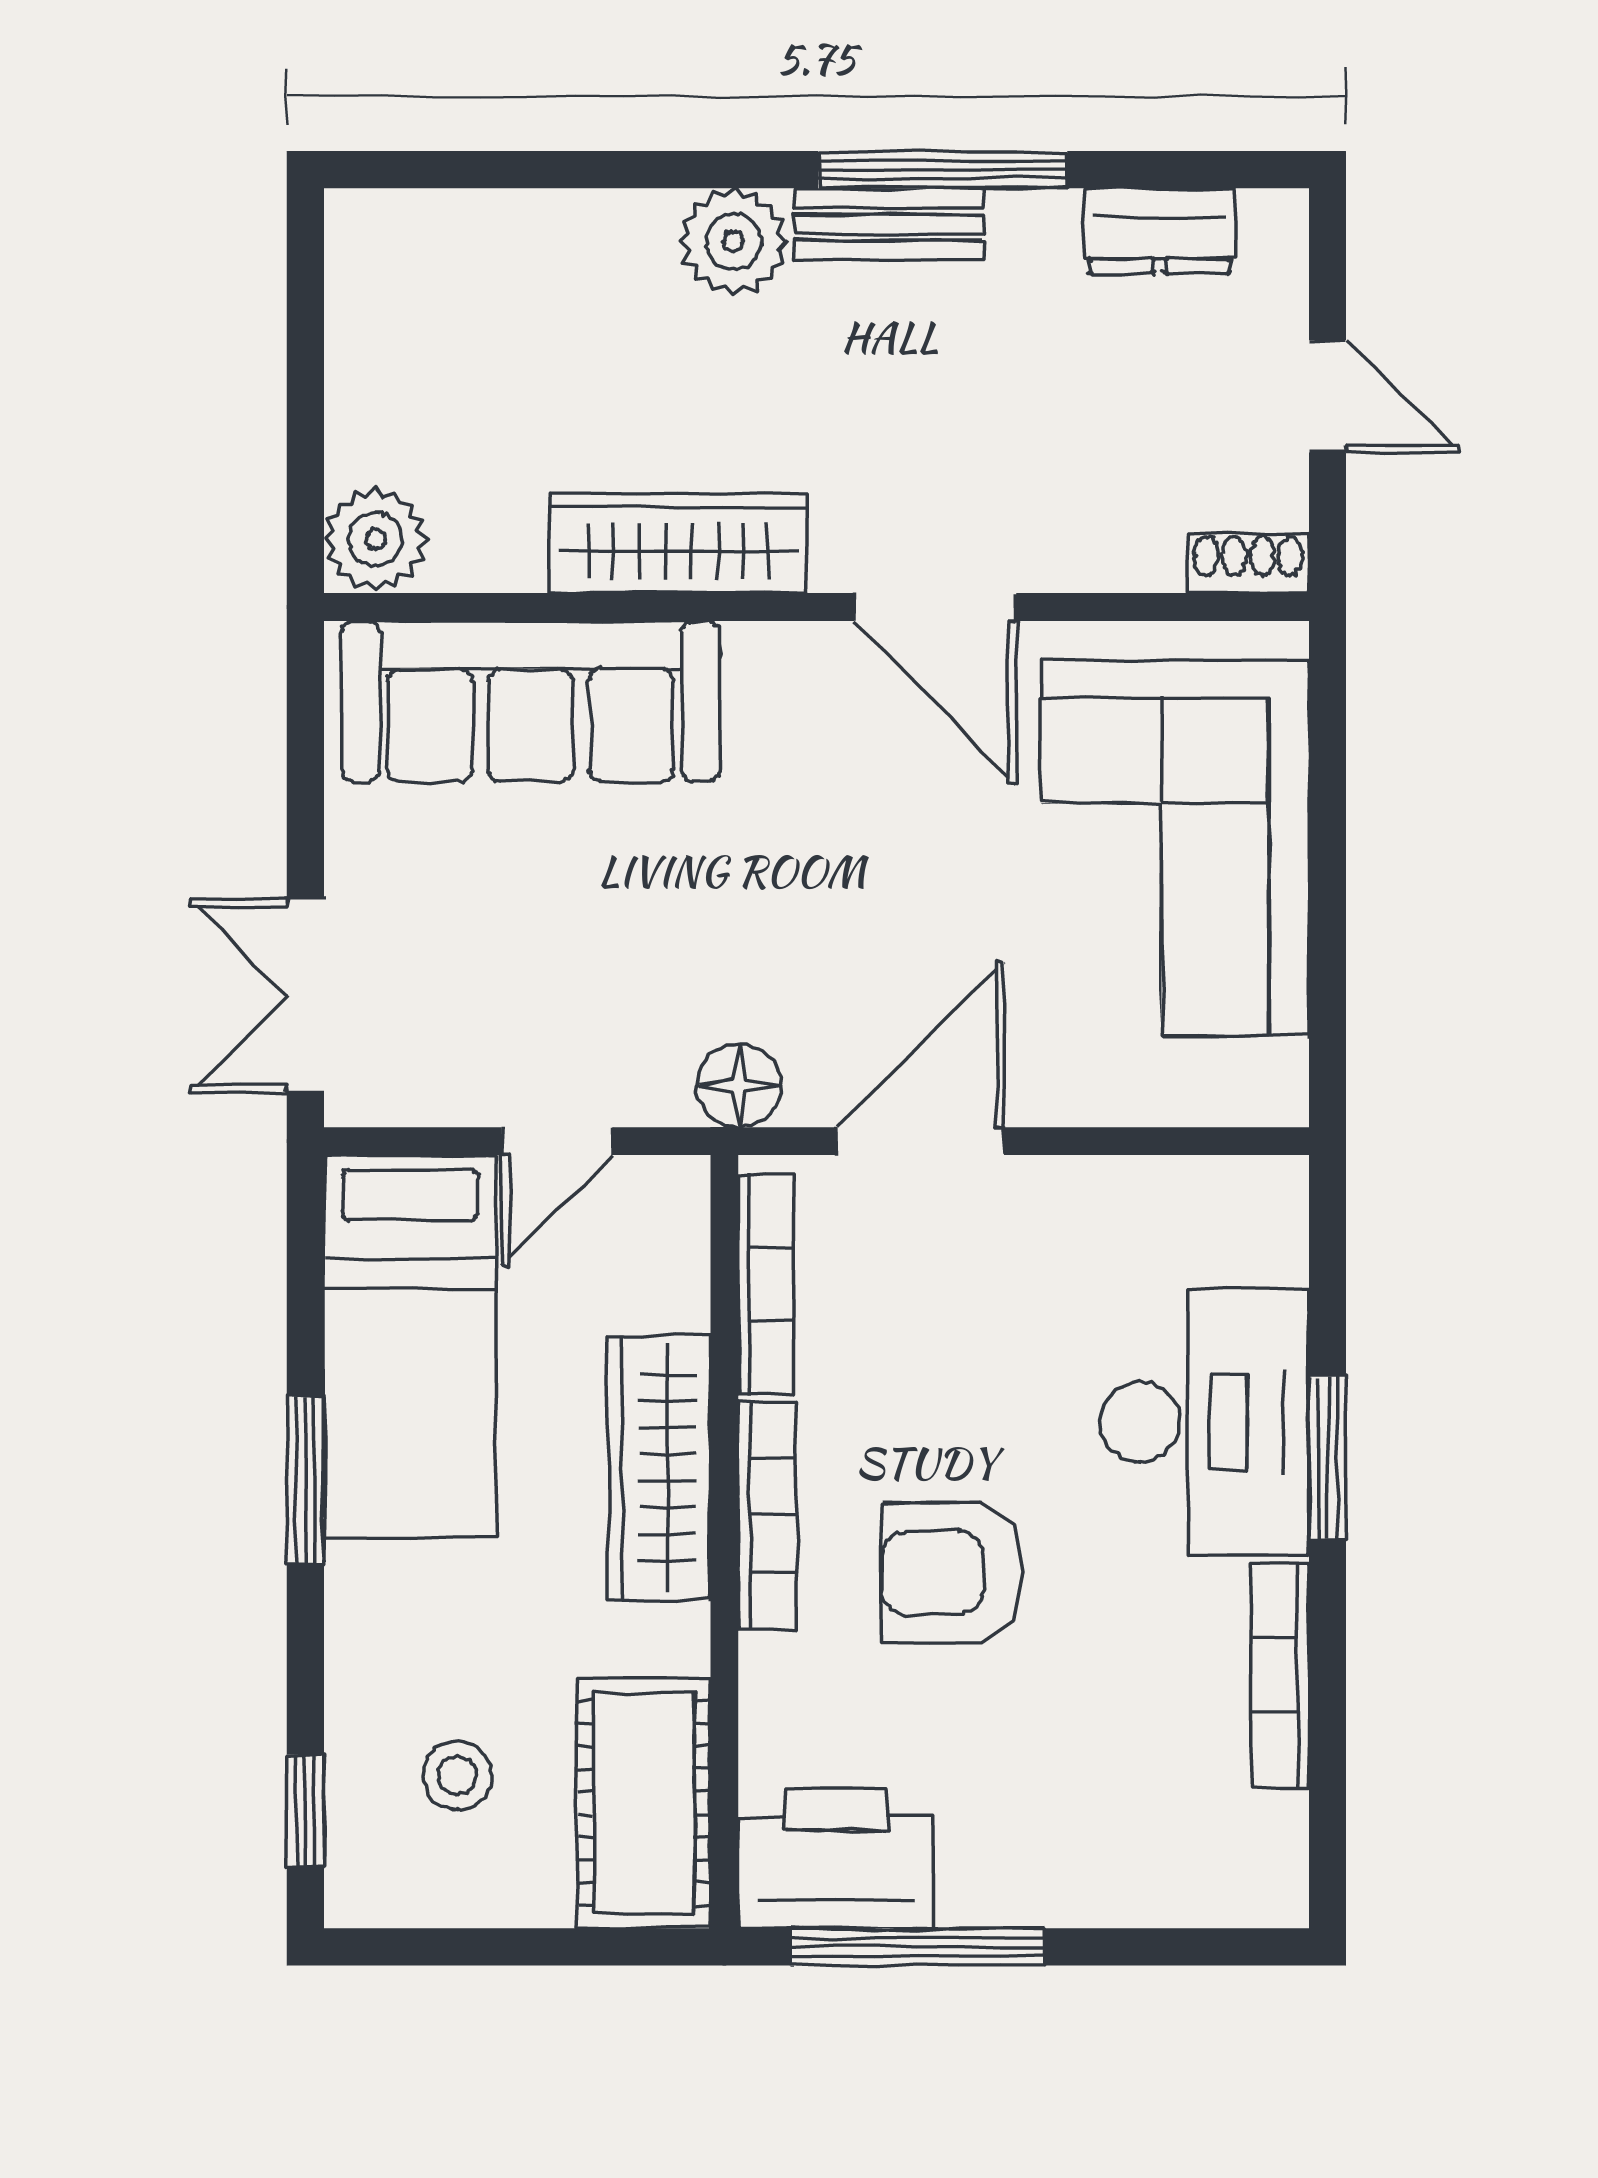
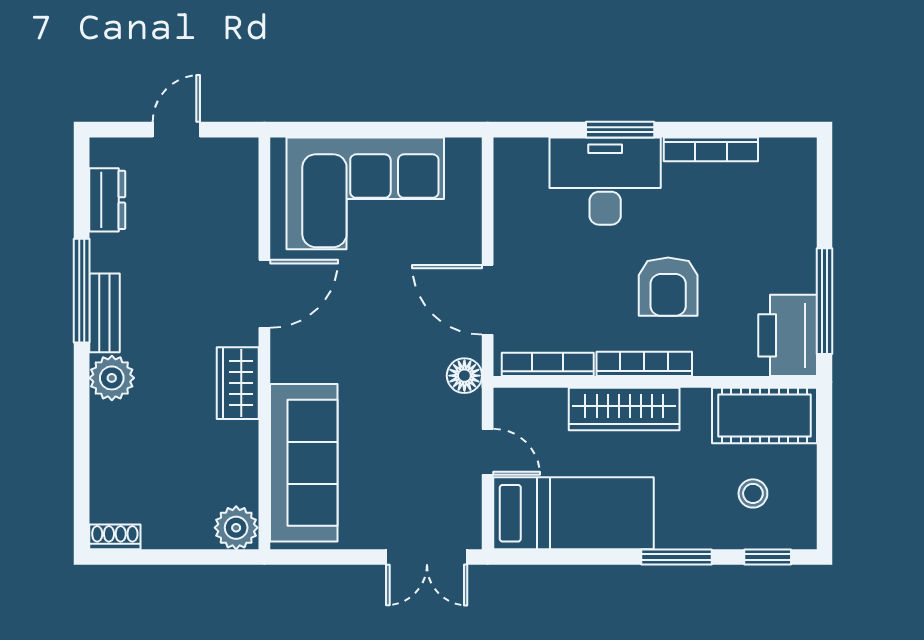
wardrobe: (678, 543) -> (238, 383), width x0.67
shoe rack: (1248, 564) -> (115, 537), moved, turned 90
window: (305, 1480) -> (676, 557), moved

